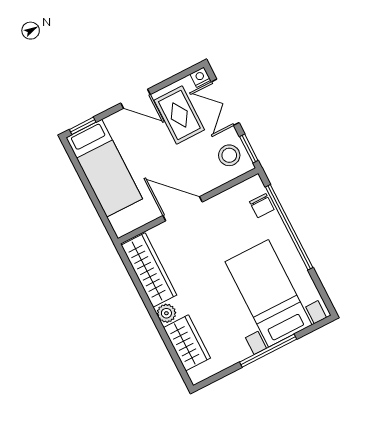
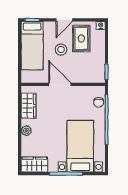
door: (136, 99) -> (64, 20), hinge flipped
double door: (225, 102) -> (107, 44), removed
stool: (229, 155) -> (61, 50), moved
wardrobe: (149, 270) -> (29, 106), width x0.67
wardrobe: (187, 343) -> (34, 165), moved, turned -90

